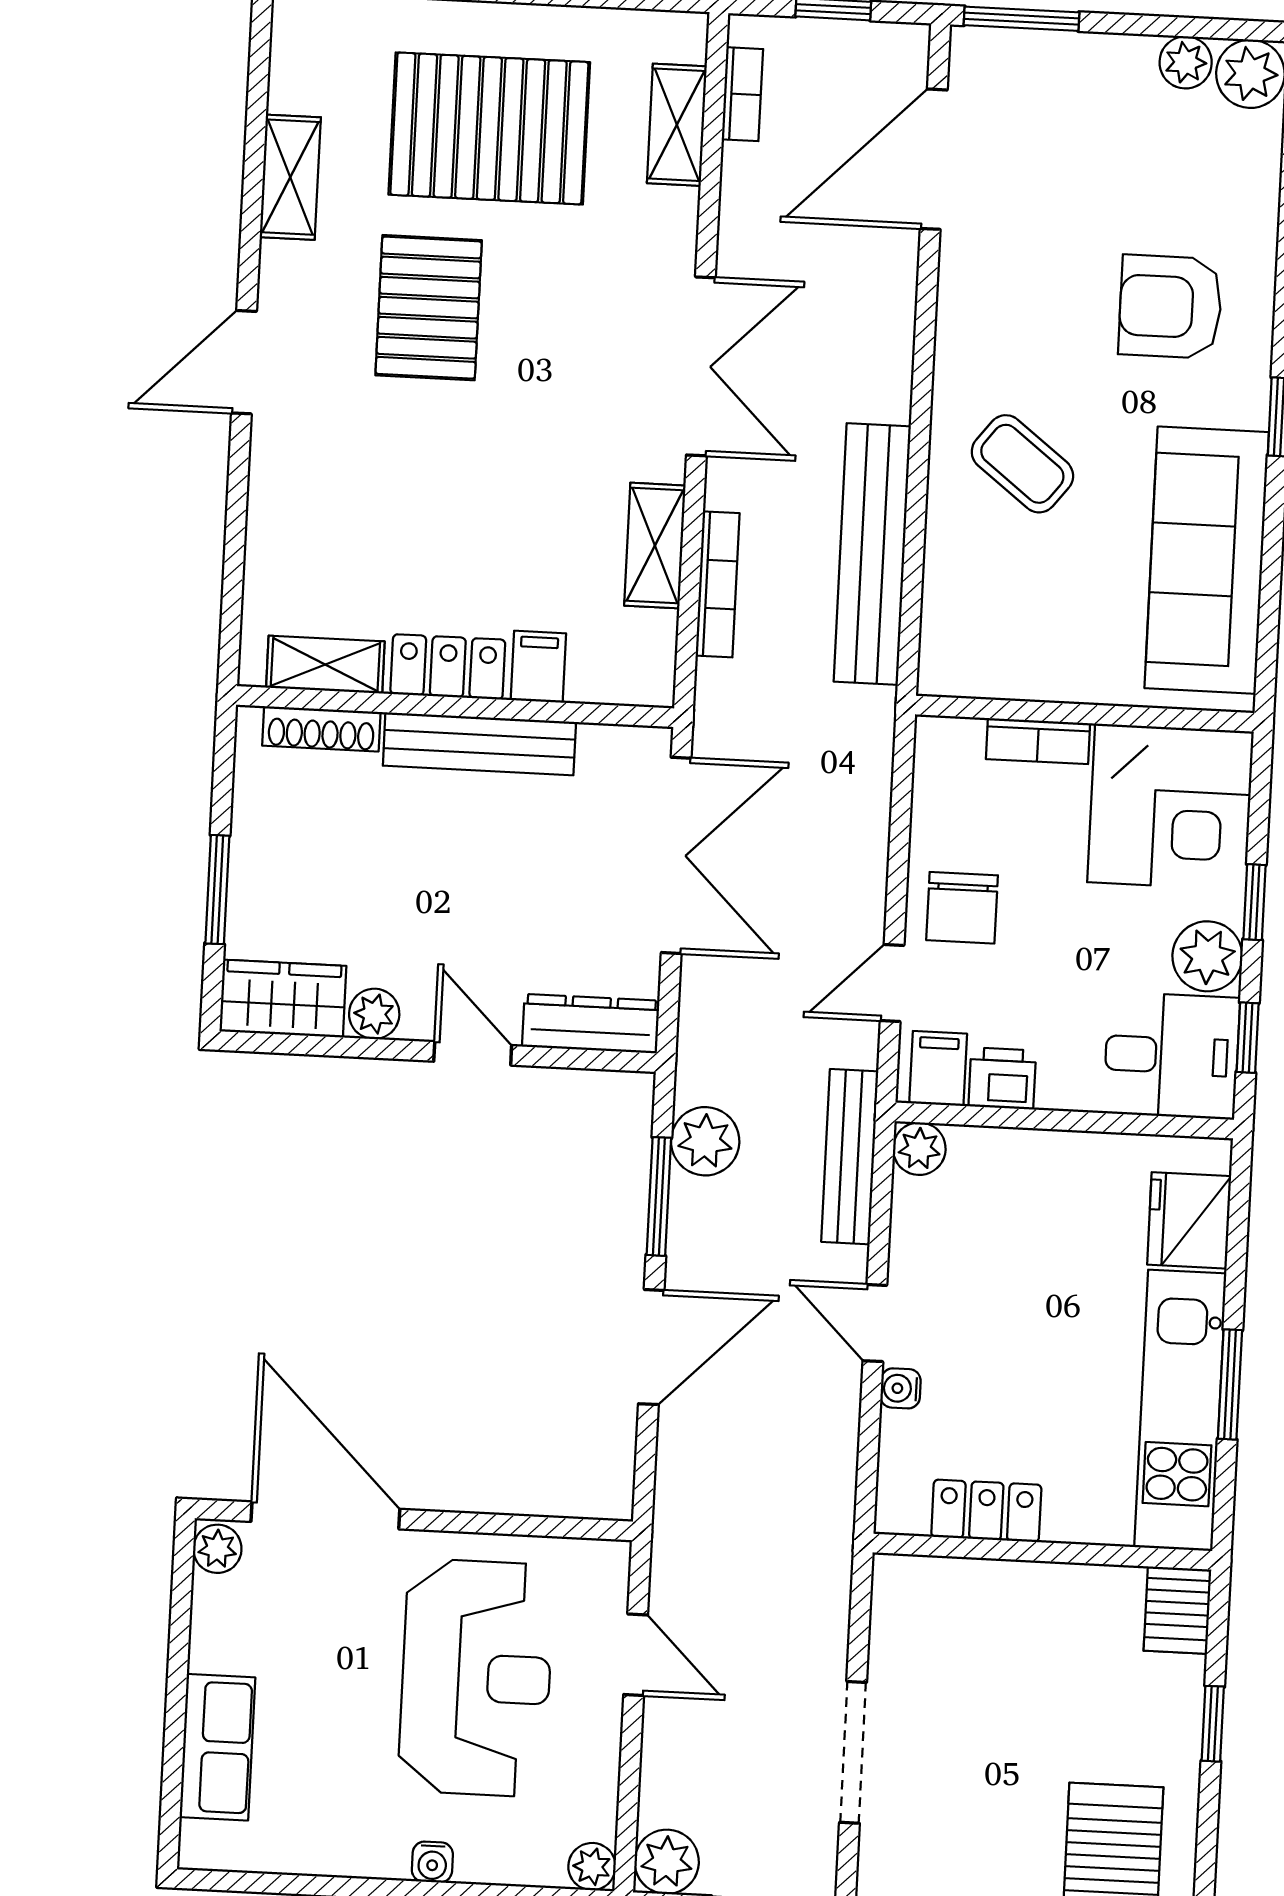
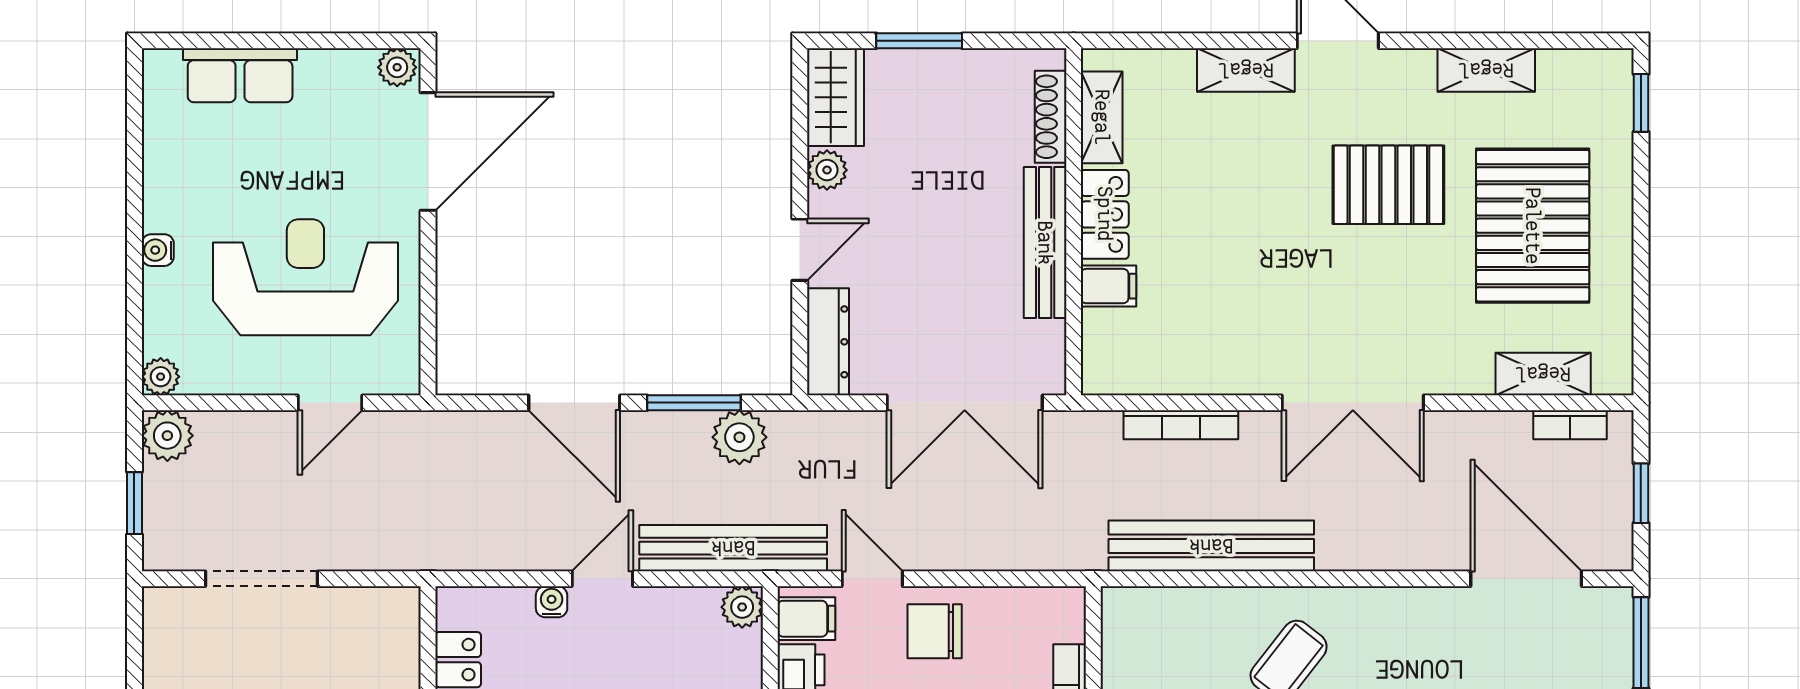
shelving: (655, 546) -> (1246, 70), moved
bench: (850, 1157) -> (733, 548), width x1.37, depth x1.21
reception desk: (476, 1678) -> (305, 277), turned 180

